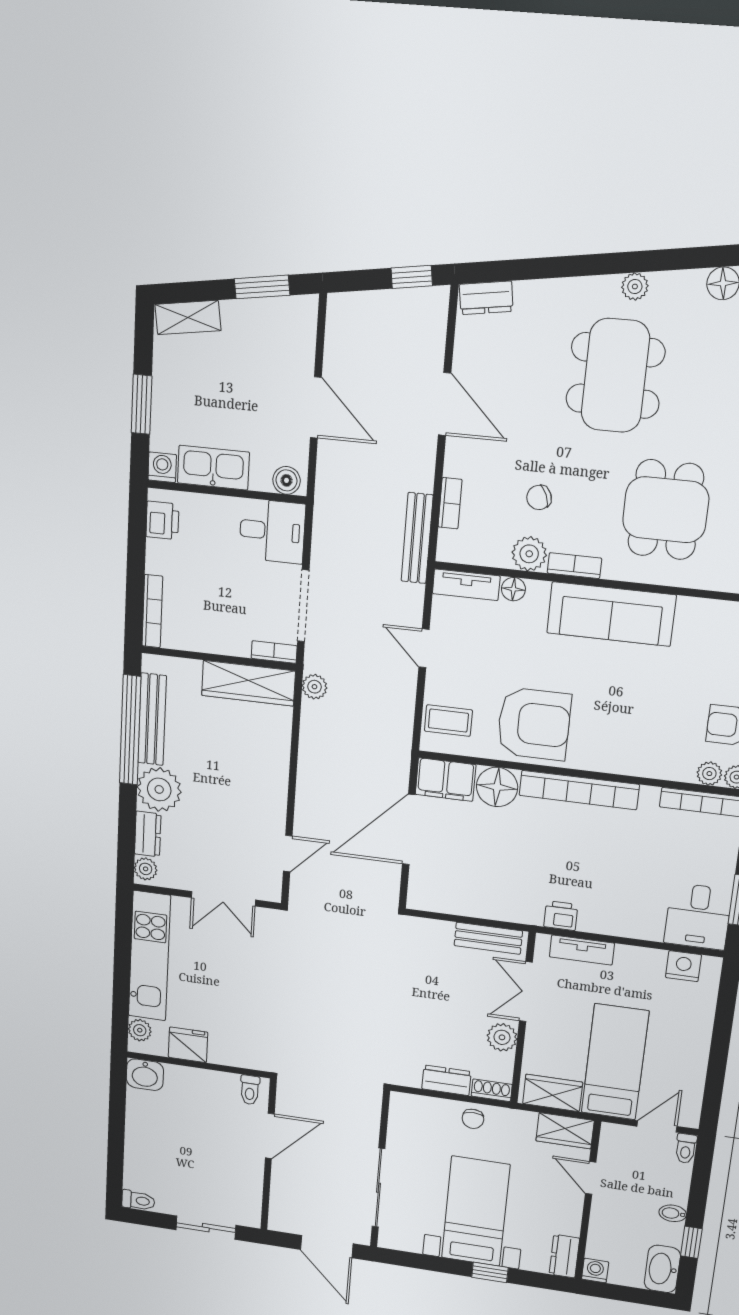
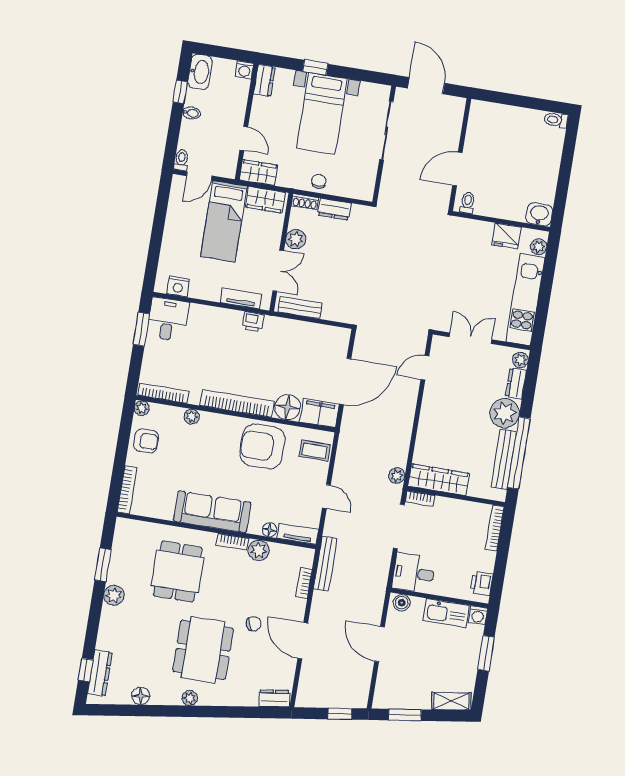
window: (412, 277) -> (340, 714), moved
chair: (539, 497) -> (254, 624), moved
plant: (709, 774) -> (192, 417), moved
sliding door: (206, 1228) -> (510, 99), removed

